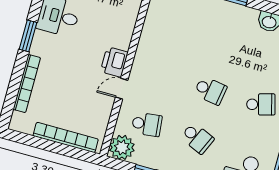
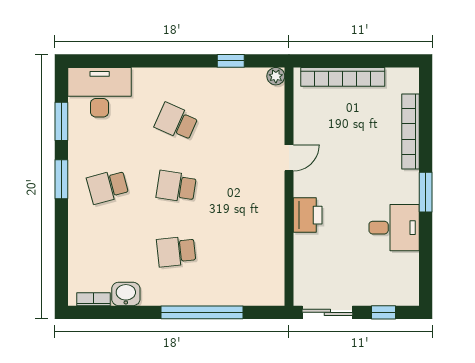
printer: (114, 62) -> (308, 215), moved
school desk: (147, 124) -> (176, 251), moved
plant: (122, 147) -> (276, 76), width x0.53, depth x0.53

